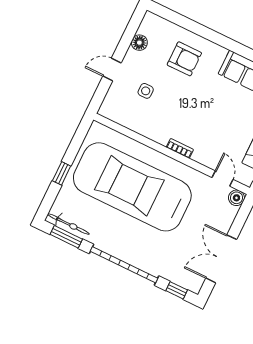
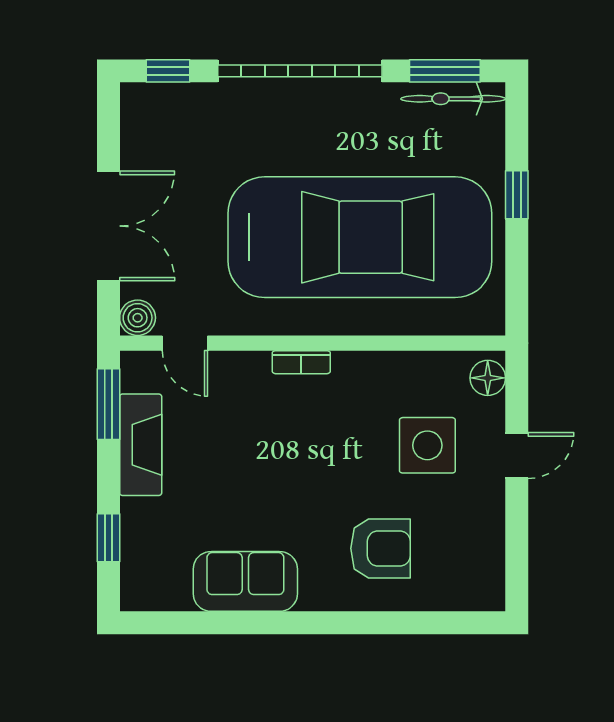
floor lamp: (139, 43) -> (488, 378), moved
armchair: (184, 59) -> (380, 548), turned 180
side table: (146, 91) -> (427, 445), width x1.87, depth x1.87
double door: (221, 259) -> (108, 226), moved

